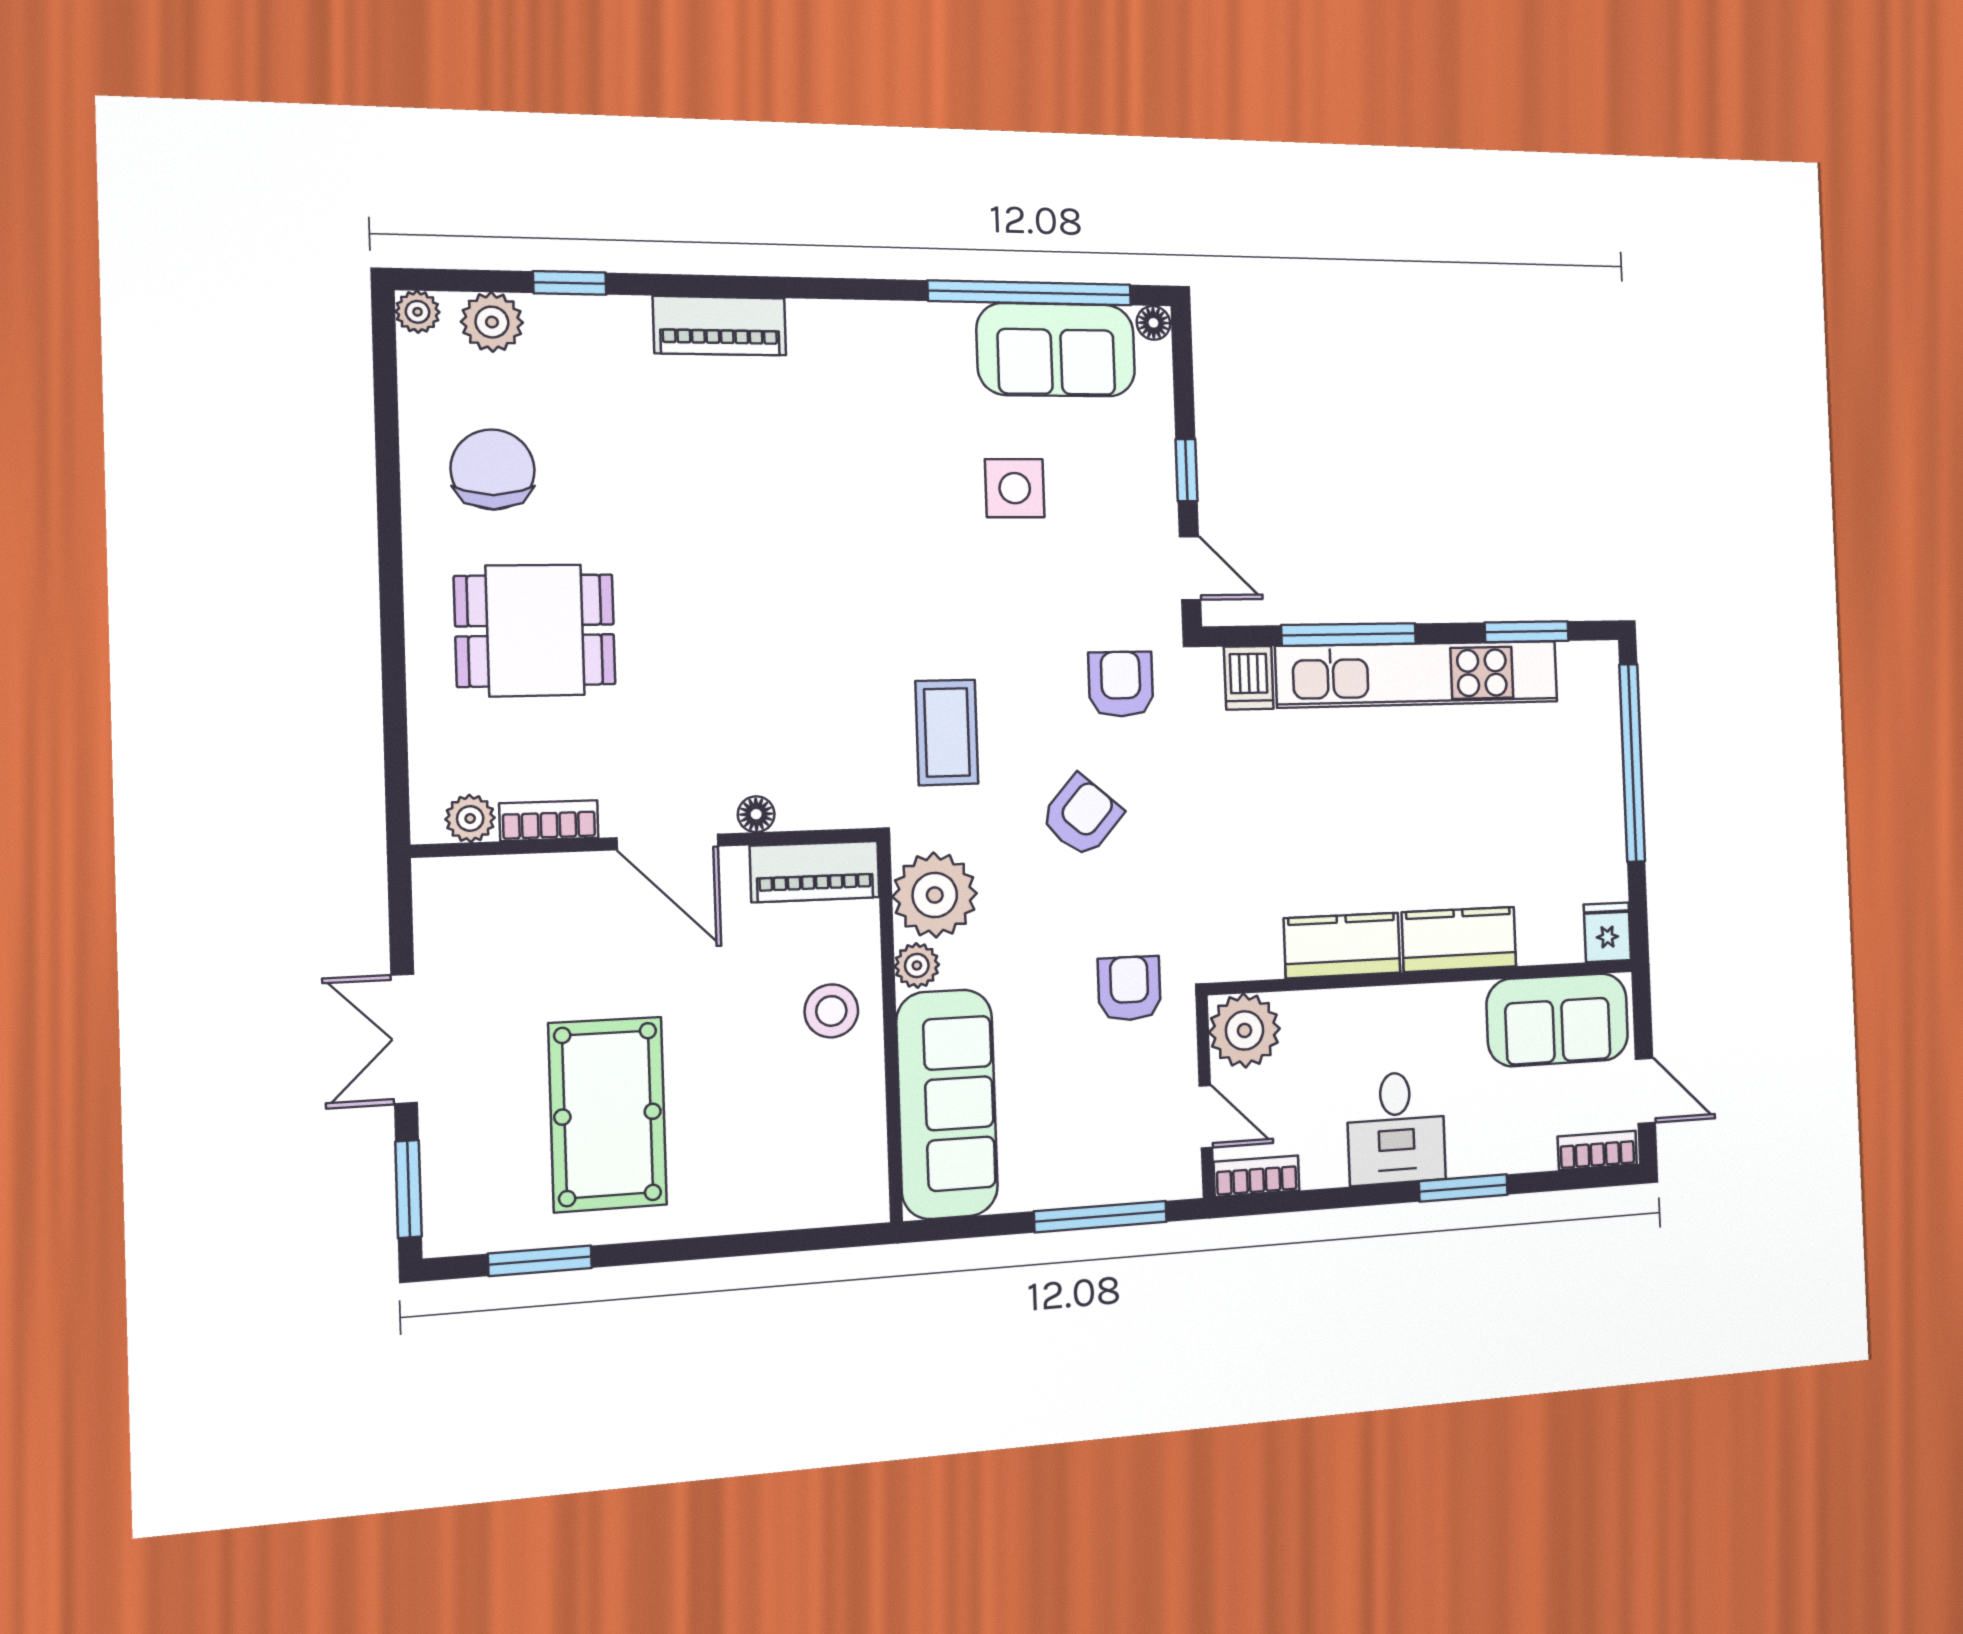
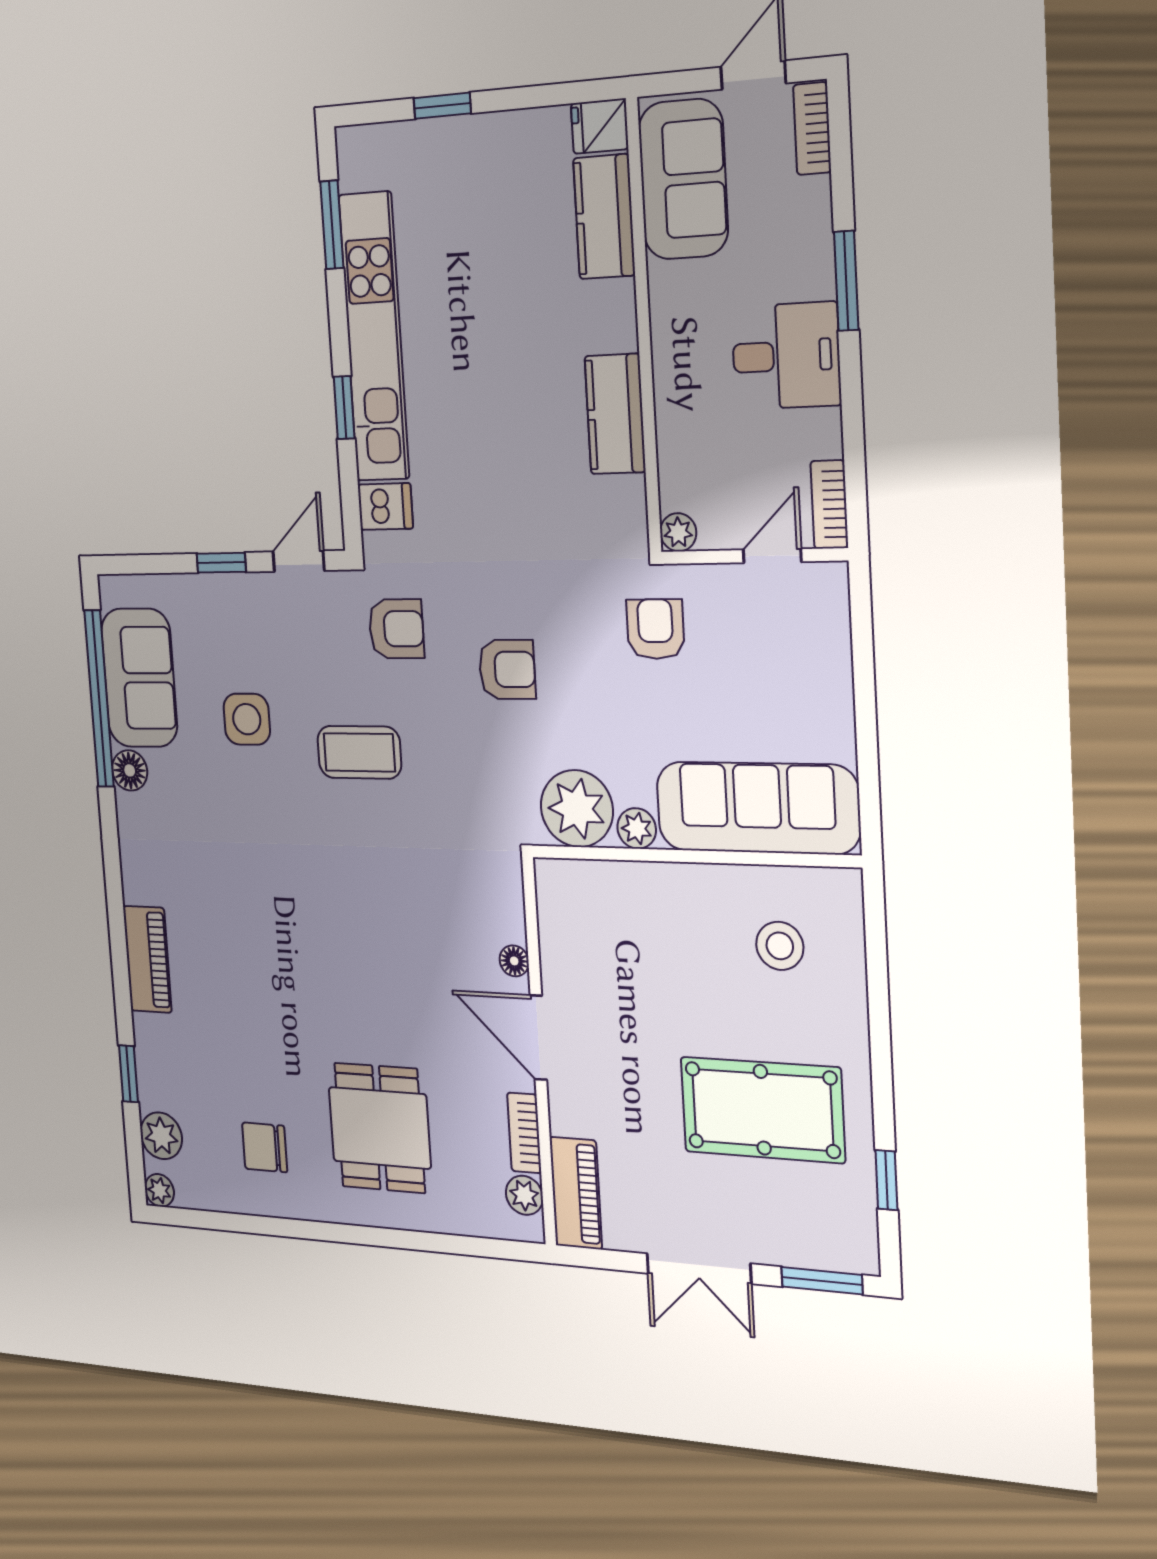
floor lamp: (1153, 323) -> (130, 770), moved, width x1.37, depth x1.37
chair: (493, 470) -> (265, 1147), width x0.73, depth x0.73
window: (1349, 634) -> (344, 408), width x0.46
armchair: (1121, 684) -> (396, 629), turned 180
coffee table: (947, 732) -> (359, 752), moved
window: (1632, 763) -> (442, 106), width x0.32
armchair: (1082, 816) -> (507, 669), turned 139
door: (668, 842) -> (538, 1038), swing flipped
piano: (815, 872) -> (576, 1193), moved
kitchen counter: (1459, 939) -> (604, 217), moved
armchair: (1129, 988) -> (655, 629), turned 90
stool: (831, 1011) -> (780, 946), moved
plant: (1244, 1030) -> (678, 532), width x0.53, depth x0.53
window: (1101, 1217) -> (863, 664), removed
window: (540, 1261) -> (886, 1180), width x0.67

